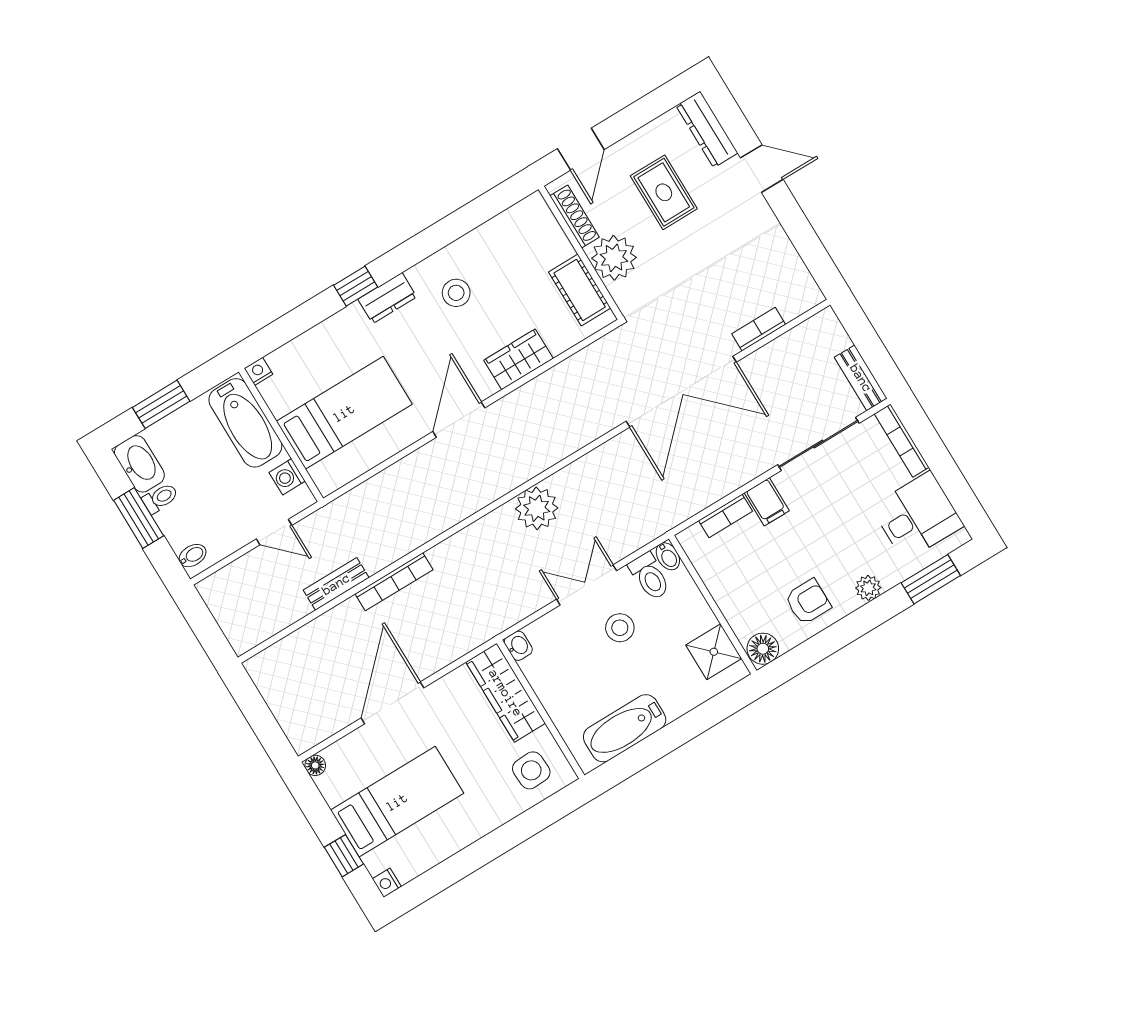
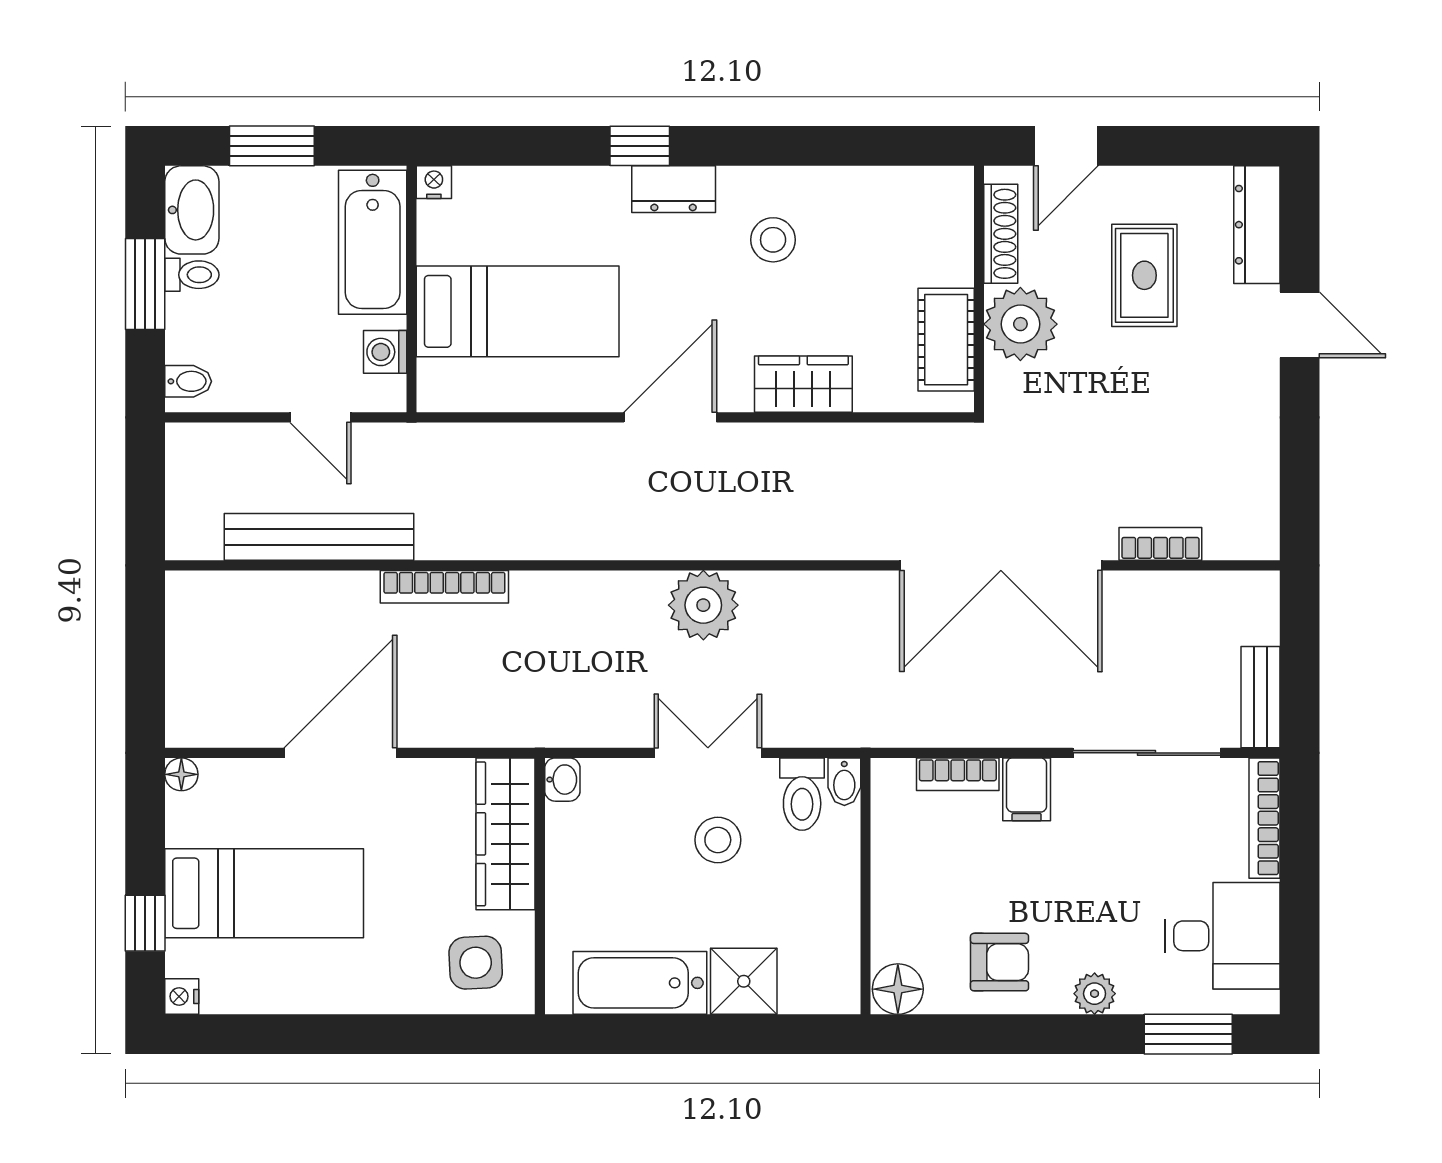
bench: (336, 584) -> (319, 537), width x1.86, depth x1.21
shower: (714, 652) -> (744, 981), moved

